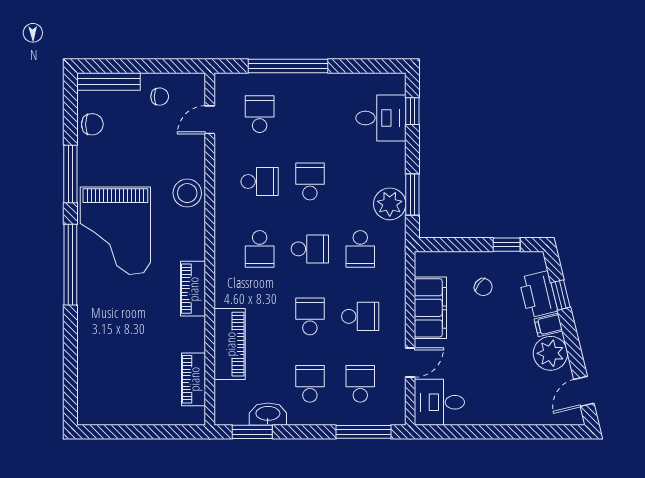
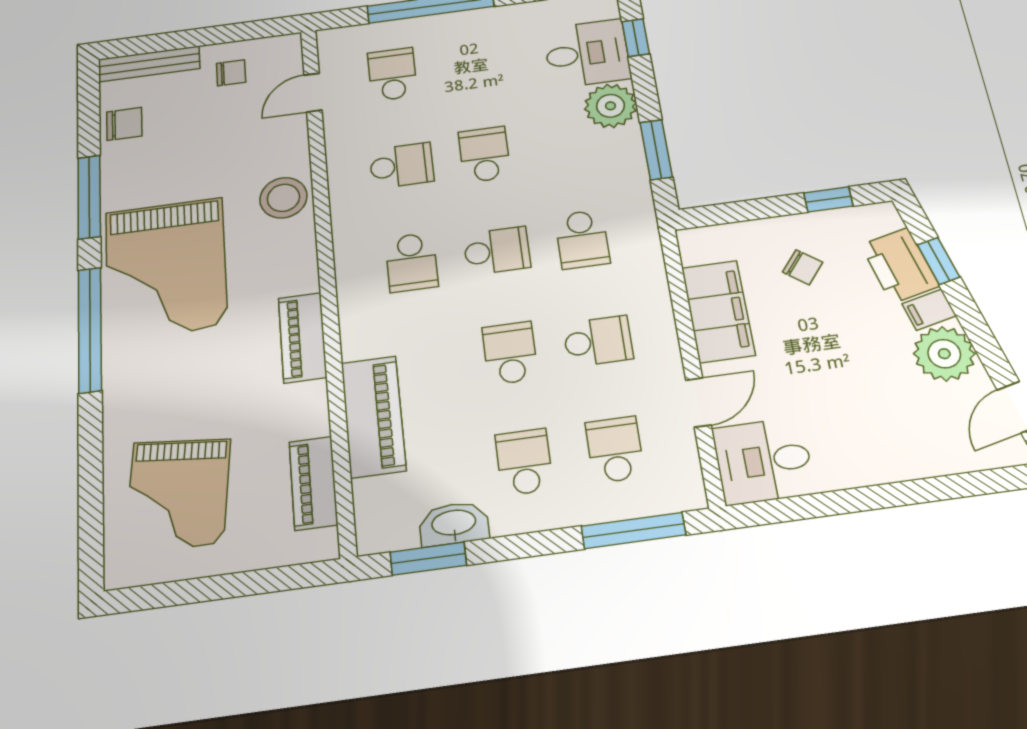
plant: (390, 204) -> (610, 106), moved
grand piano: (119, 374) -> (178, 493), added

